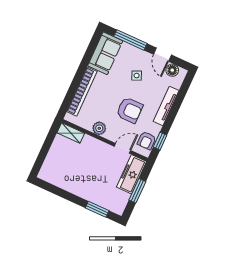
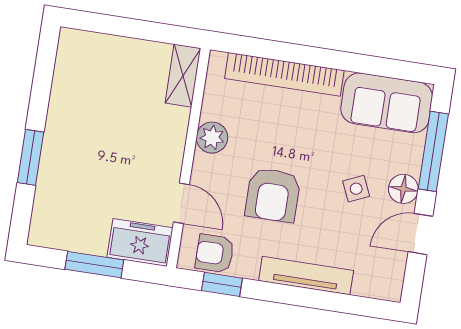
floor lamp: (172, 70) -> (403, 189), moved
freezer: (131, 174) -> (140, 243), width x0.71
window: (97, 209) -> (31, 157), moved

